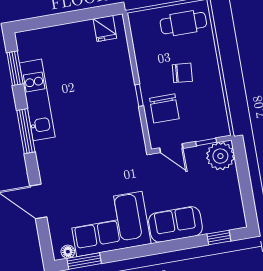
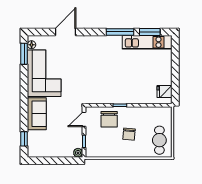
kitchen unit: (37, 100) -> (147, 42), moved
chair: (164, 108) -> (109, 119), turned -90
window: (26, 131) -> (120, 32), moved
plant: (220, 156) -> (78, 153), width x0.53, depth x0.53

